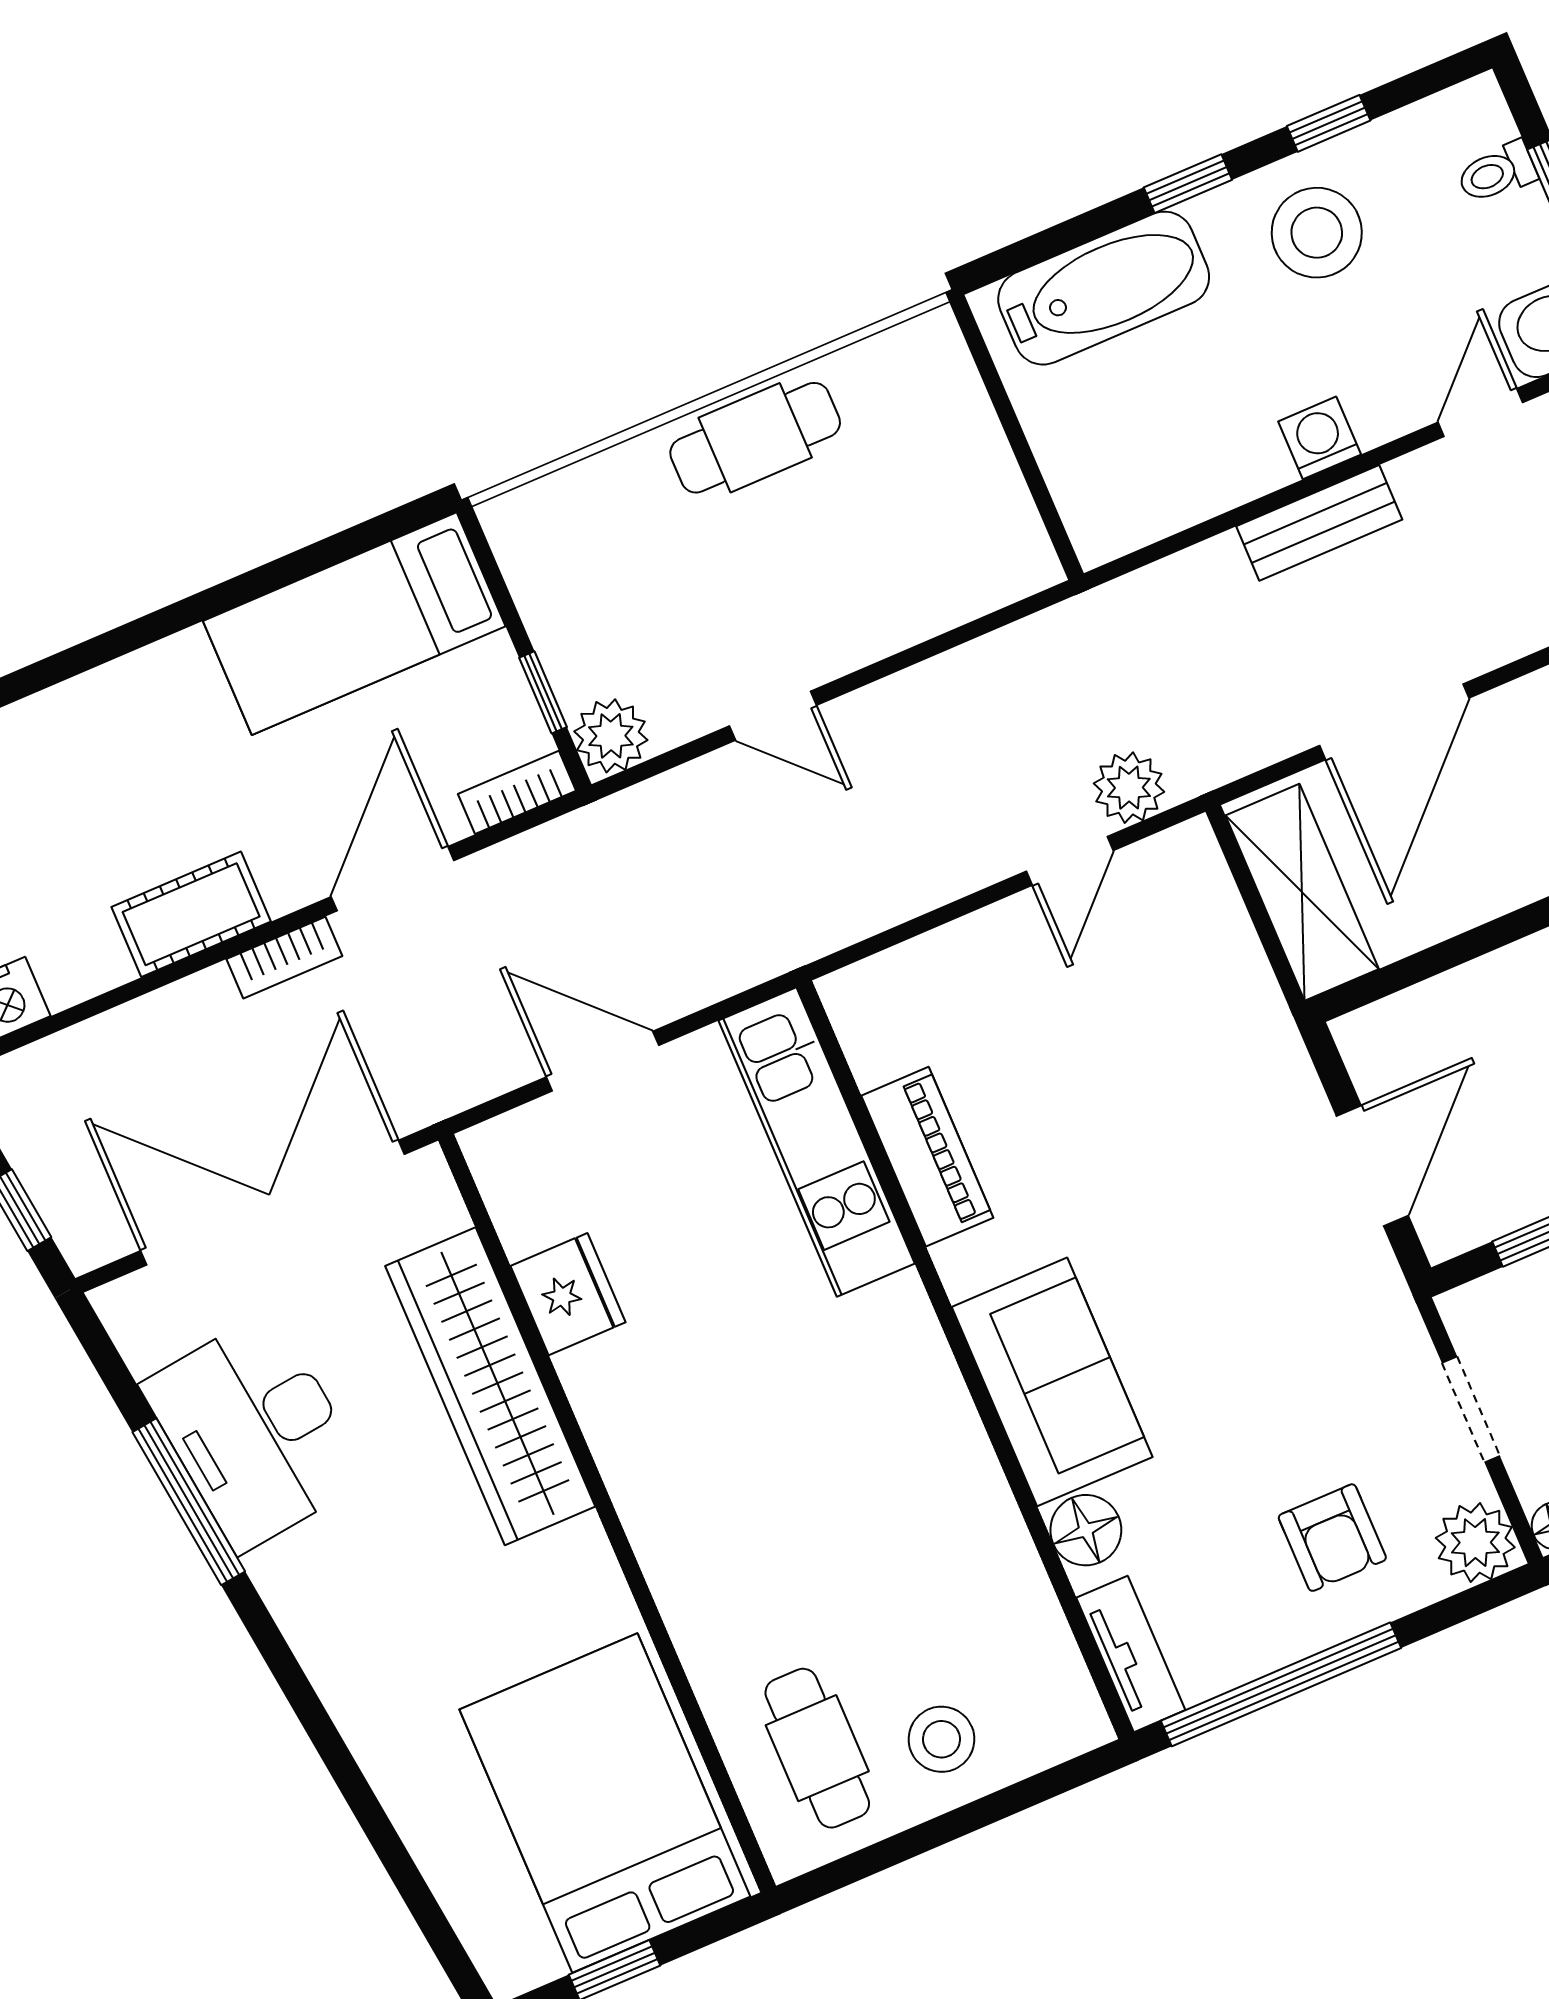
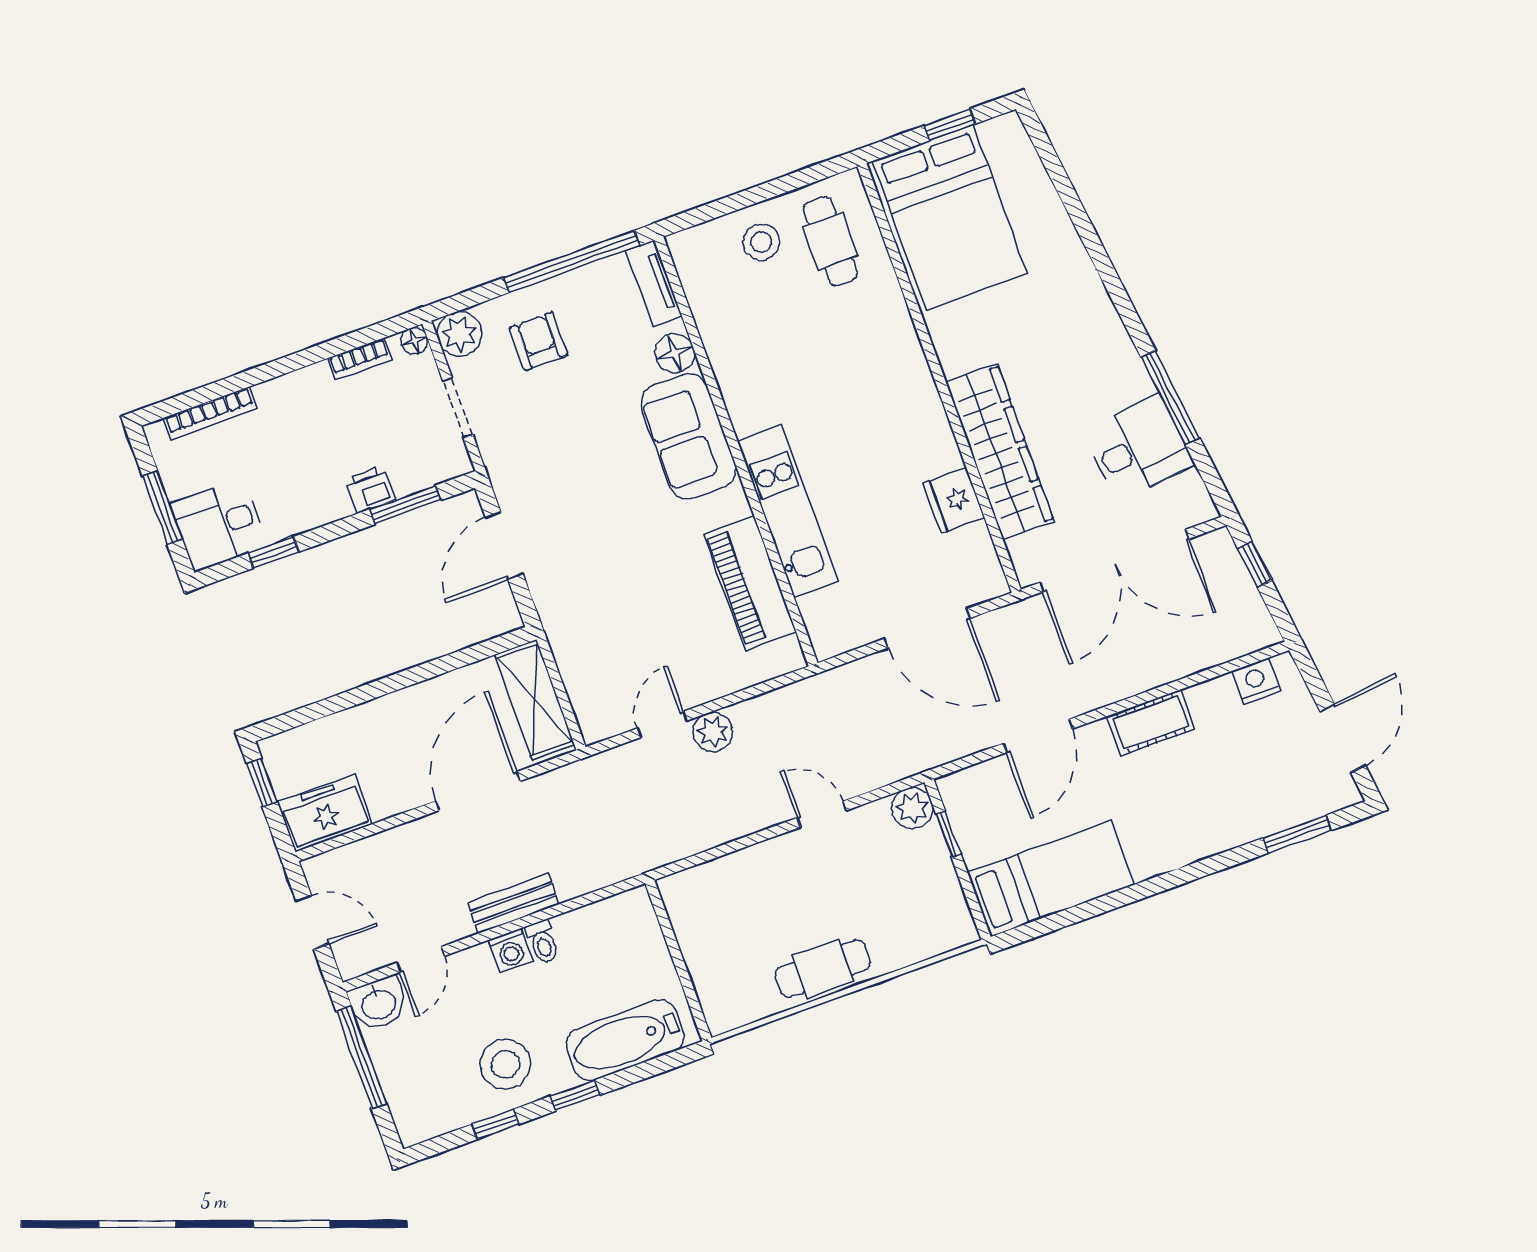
toilet: (1497, 173) -> (543, 942), moved, turned 90
plant: (1129, 788) -> (713, 732), moved
bookcase: (517, 792) -> (966, 780), removed
bookcase: (284, 958) -> (1100, 696), removed
door: (603, 1061) -> (927, 628), width x1.36
kitchen unit: (817, 1142) -> (788, 512), moved
piano: (927, 1157) -> (750, 583), width x1.37, depth x1.33
desk: (255, 1432) -> (1138, 448), width x0.73

